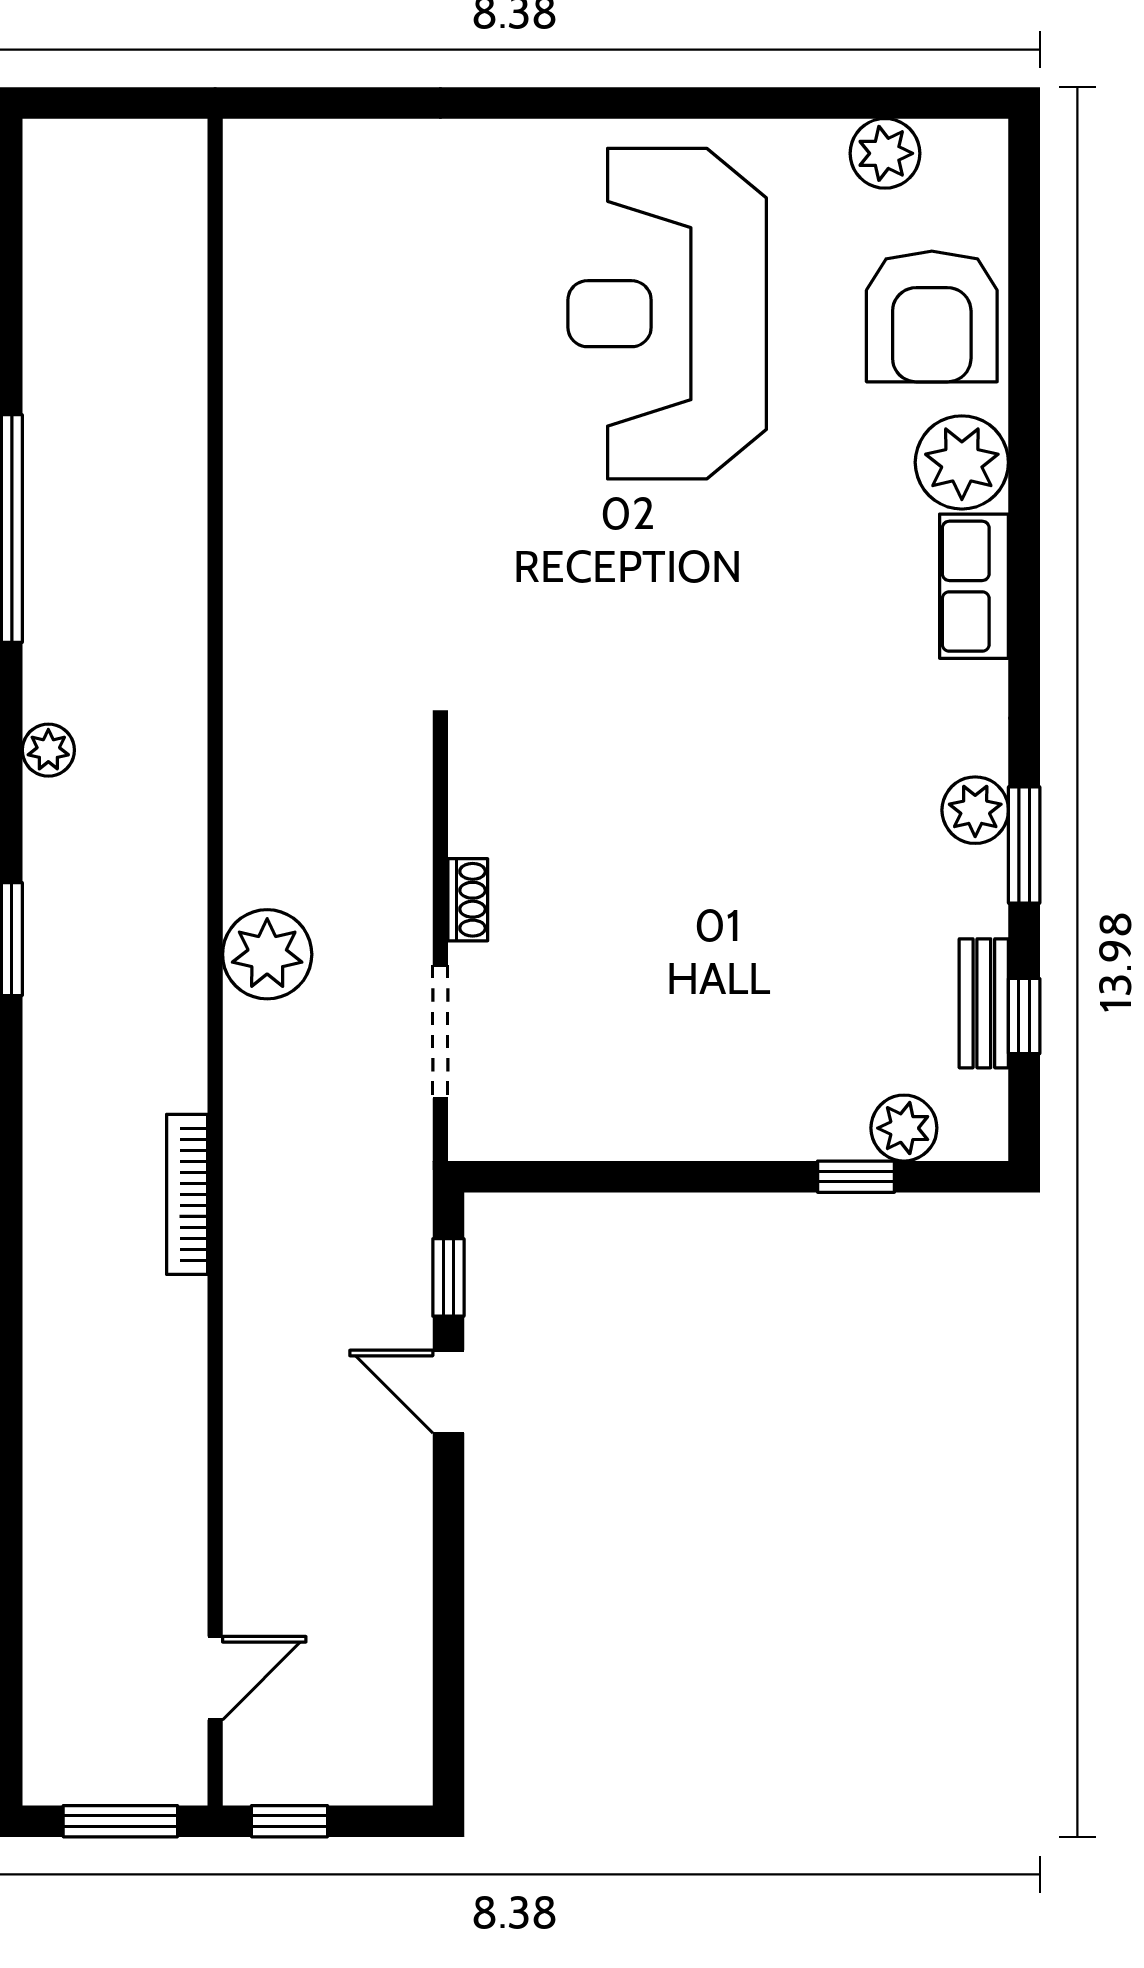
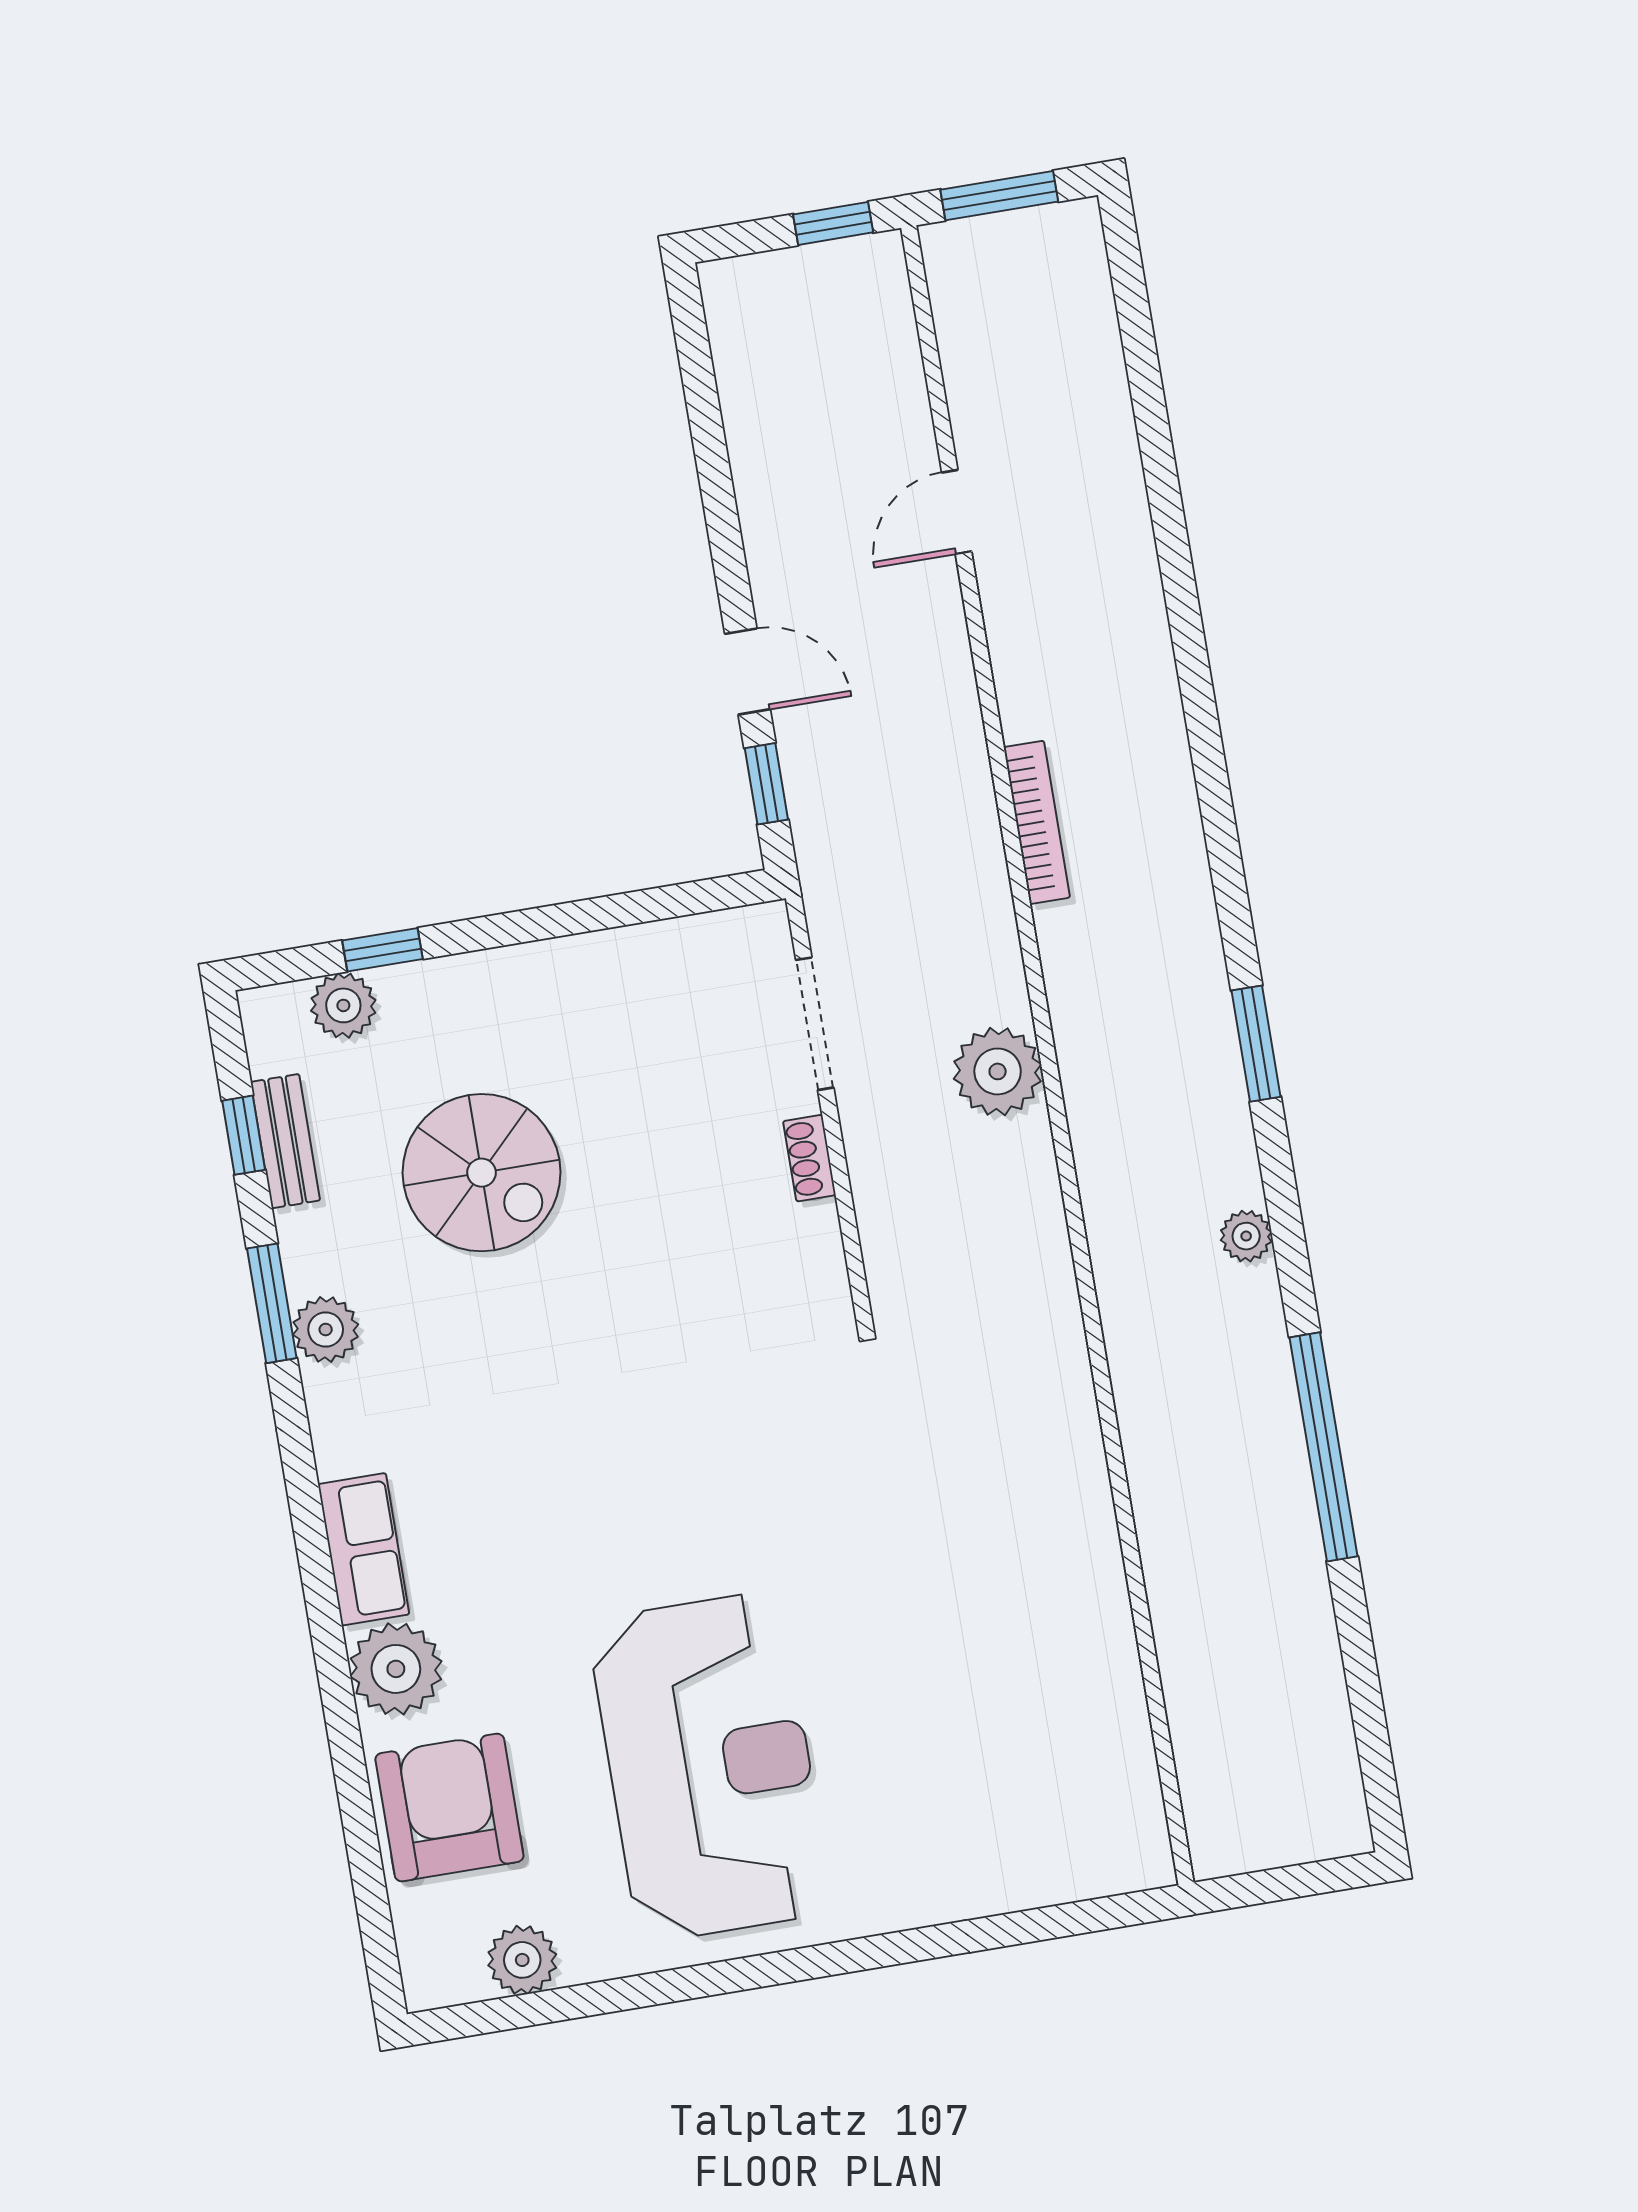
spiral stairs: (795, 940) -> (482, 1173), added
door: (215, 1678) -> (957, 512), moved

